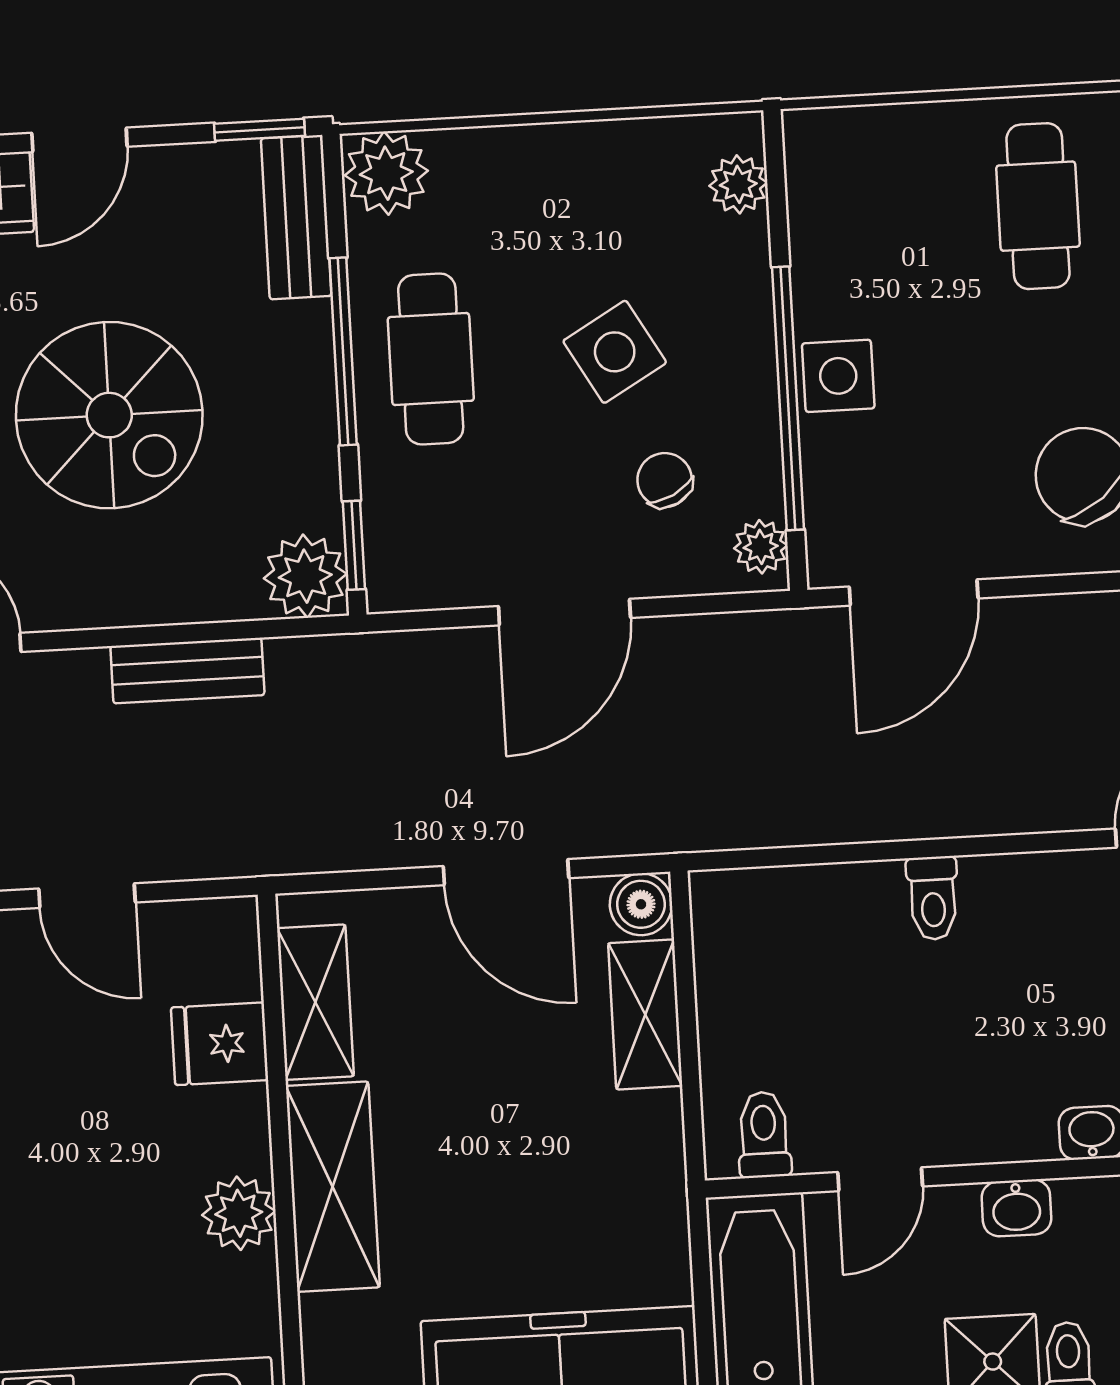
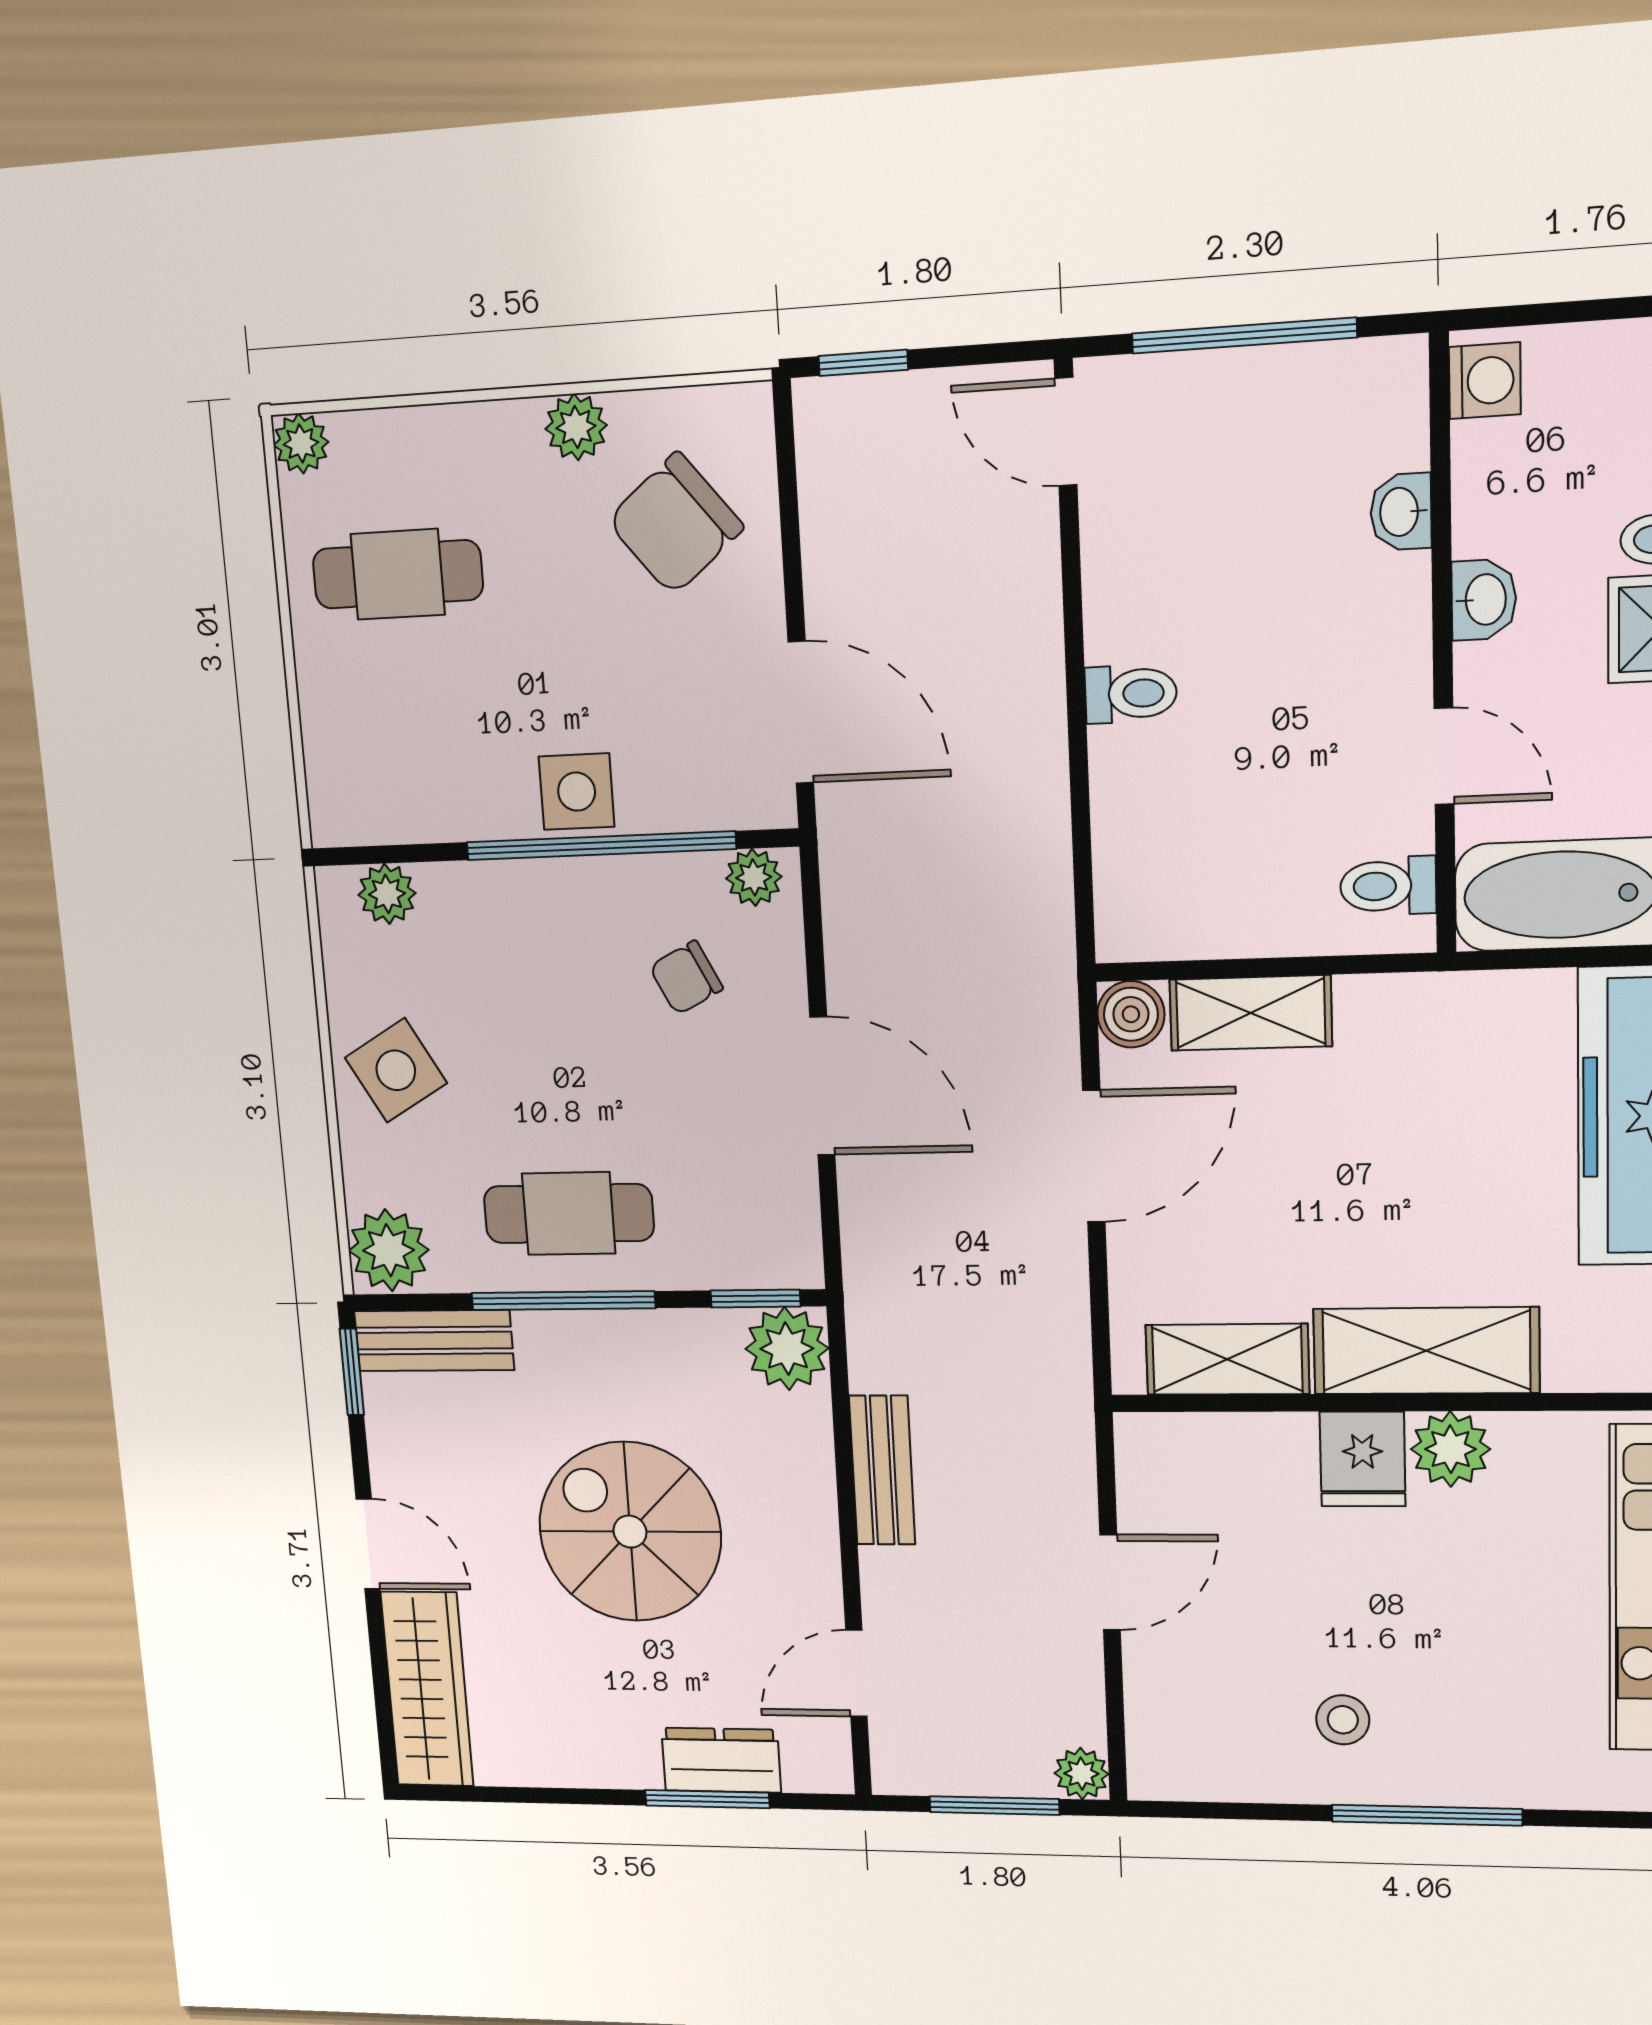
side table: (615, 352) -> (396, 1070), moved
spiral stairs: (109, 415) -> (630, 1532), turned -90
fridge: (220, 1044) -> (1363, 1459), moved

